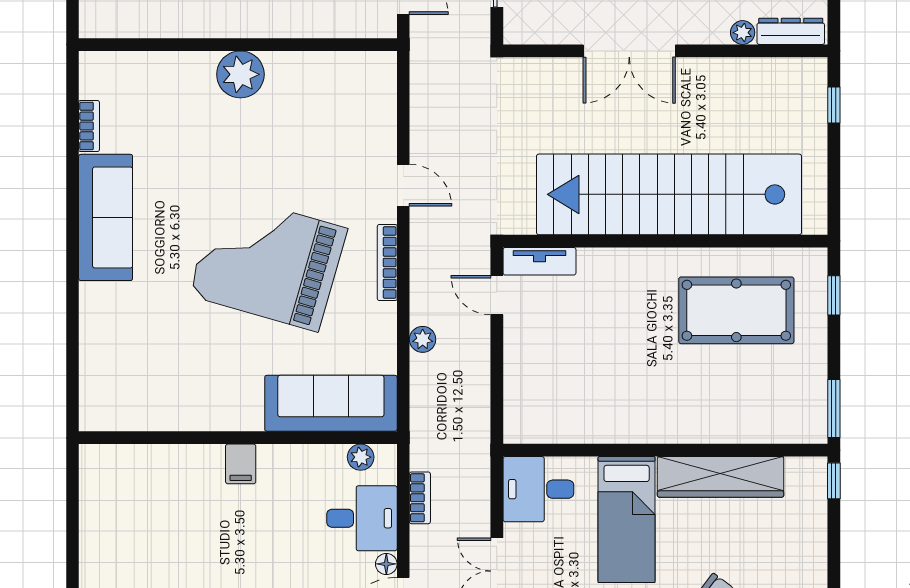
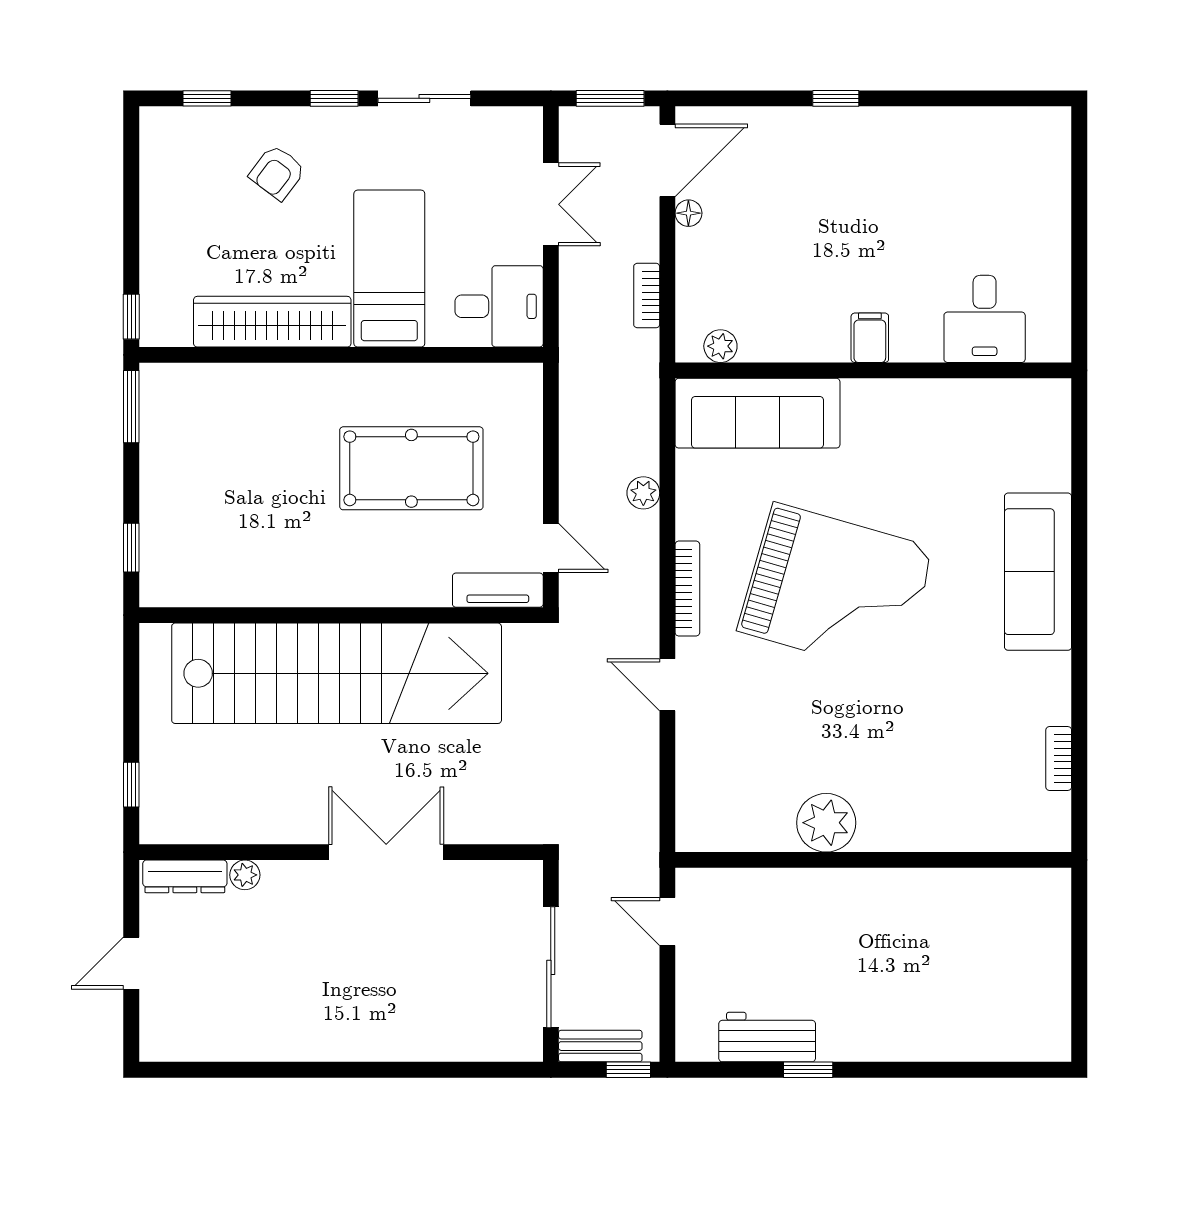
plant: (240, 74) -> (826, 823), moved
sofa: (106, 217) -> (1038, 572), moved
pool table: (736, 310) -> (411, 468), moved
desk: (362, 518) -> (985, 319), moved, turned -90

